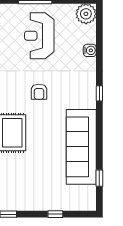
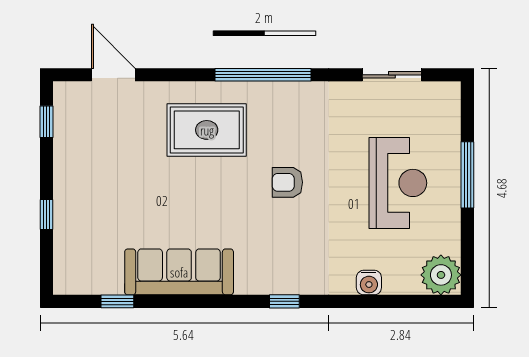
reception desk: (39, 36) -> (398, 183), turned 90
sofa: (81, 147) -> (179, 272), width x0.74, depth x0.79

